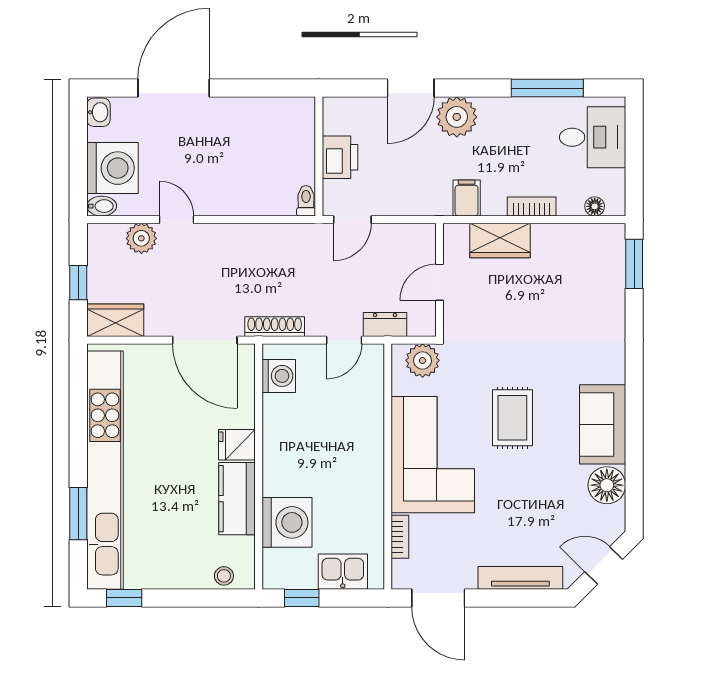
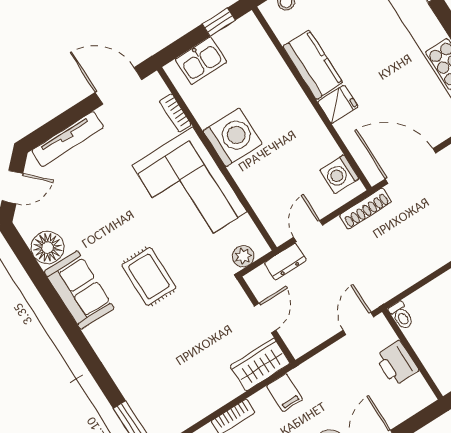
wardrobe: (500, 241) -> (260, 364), moved
plant: (423, 360) -> (243, 256), width x0.73, depth x0.73
rug: (512, 418) -> (149, 276), moved
washing machine: (287, 522) -> (233, 137), moved, turned 180

